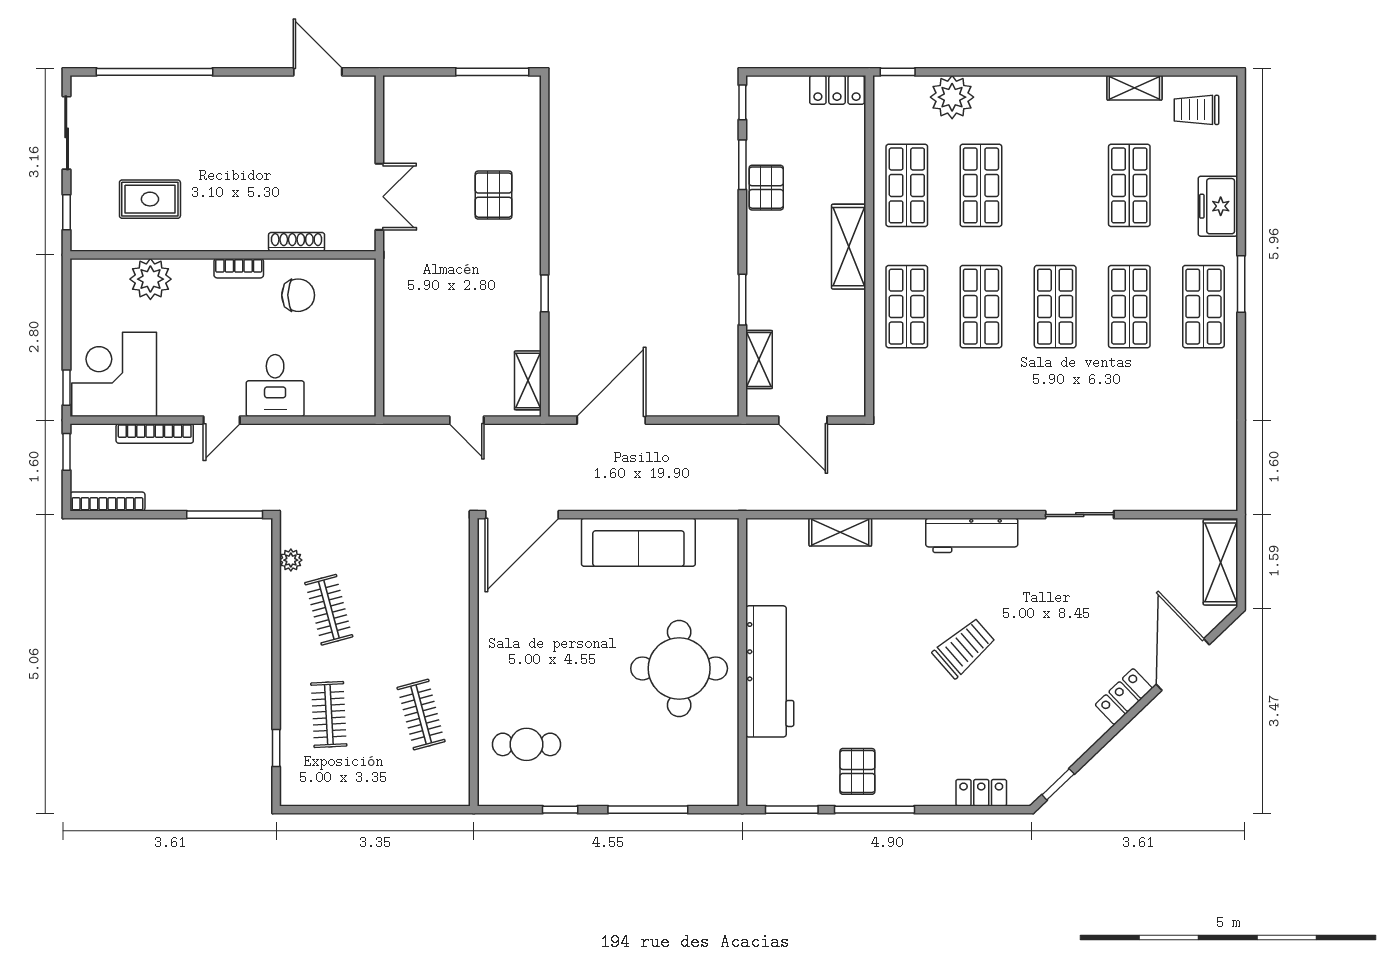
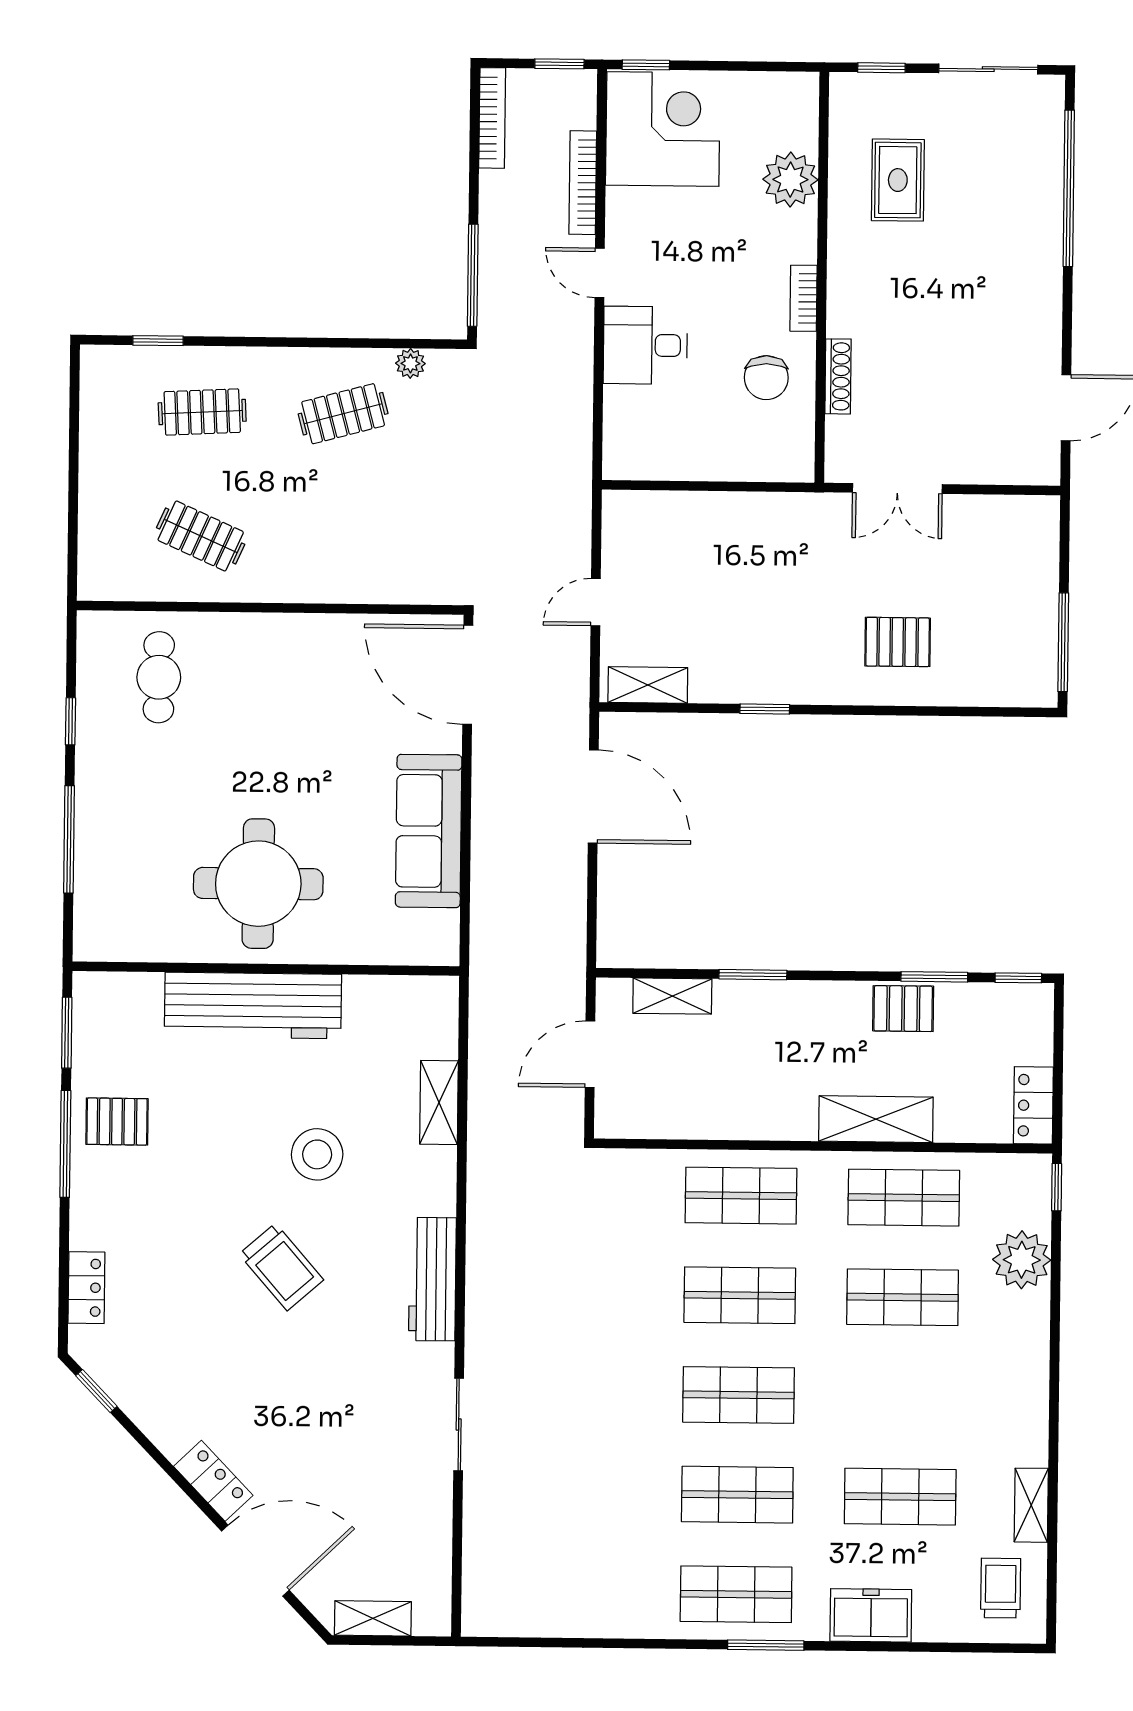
shelving: (849, 247) -> (876, 1119), moved
shelving: (1220, 562) -> (373, 1618), width x0.67, depth x0.75
stool: (880, 622) -> (317, 1154), added
clothes rail: (421, 715) -> (201, 536), turned 39

